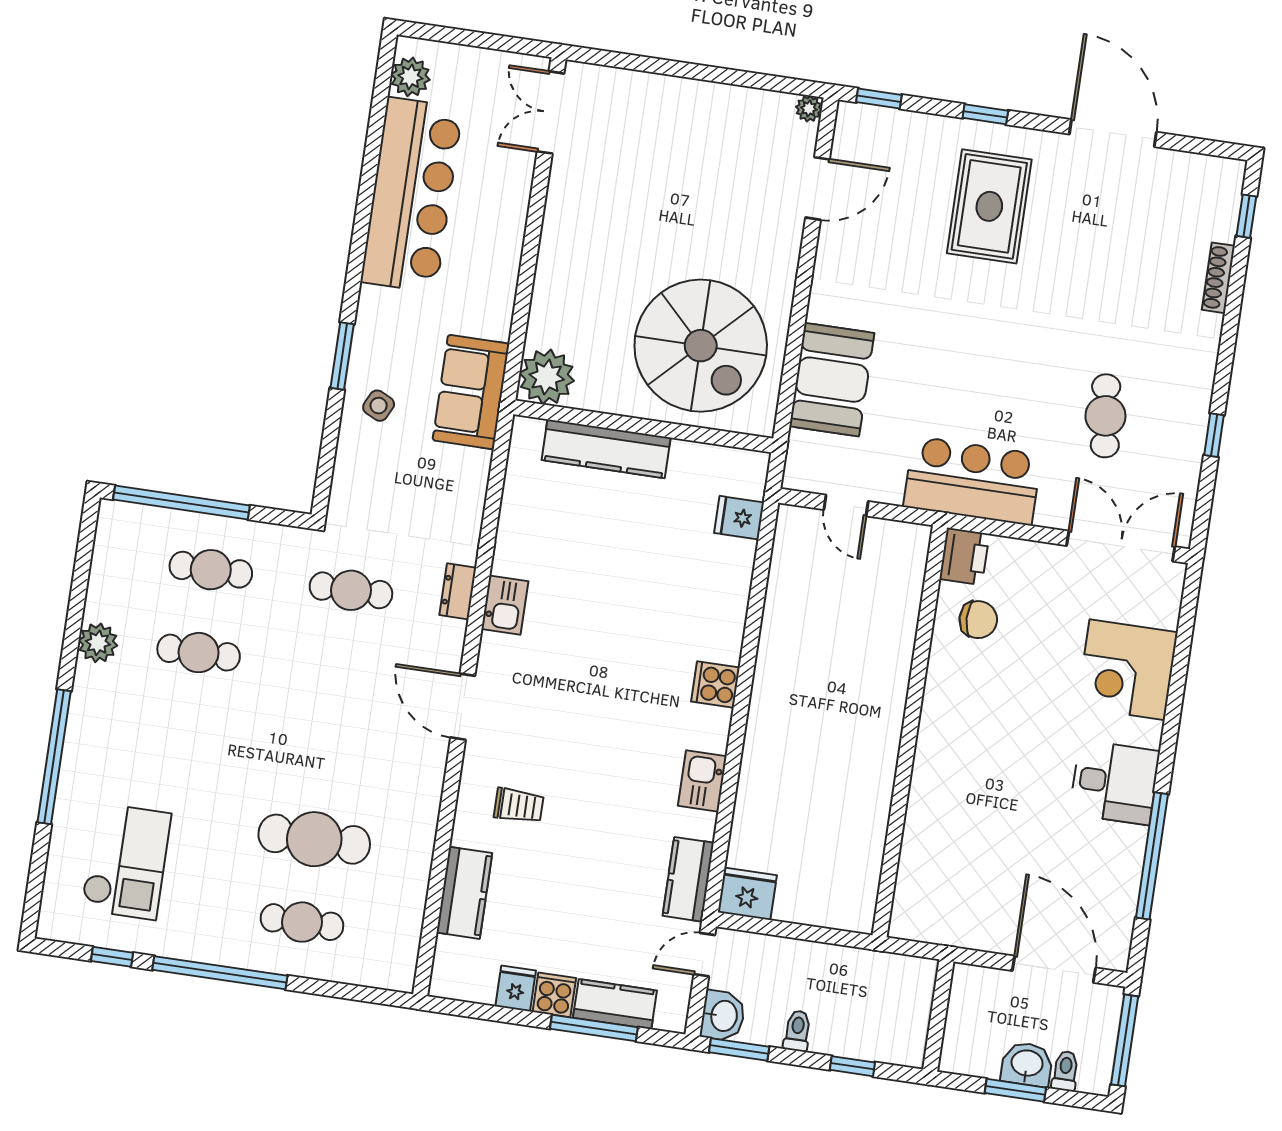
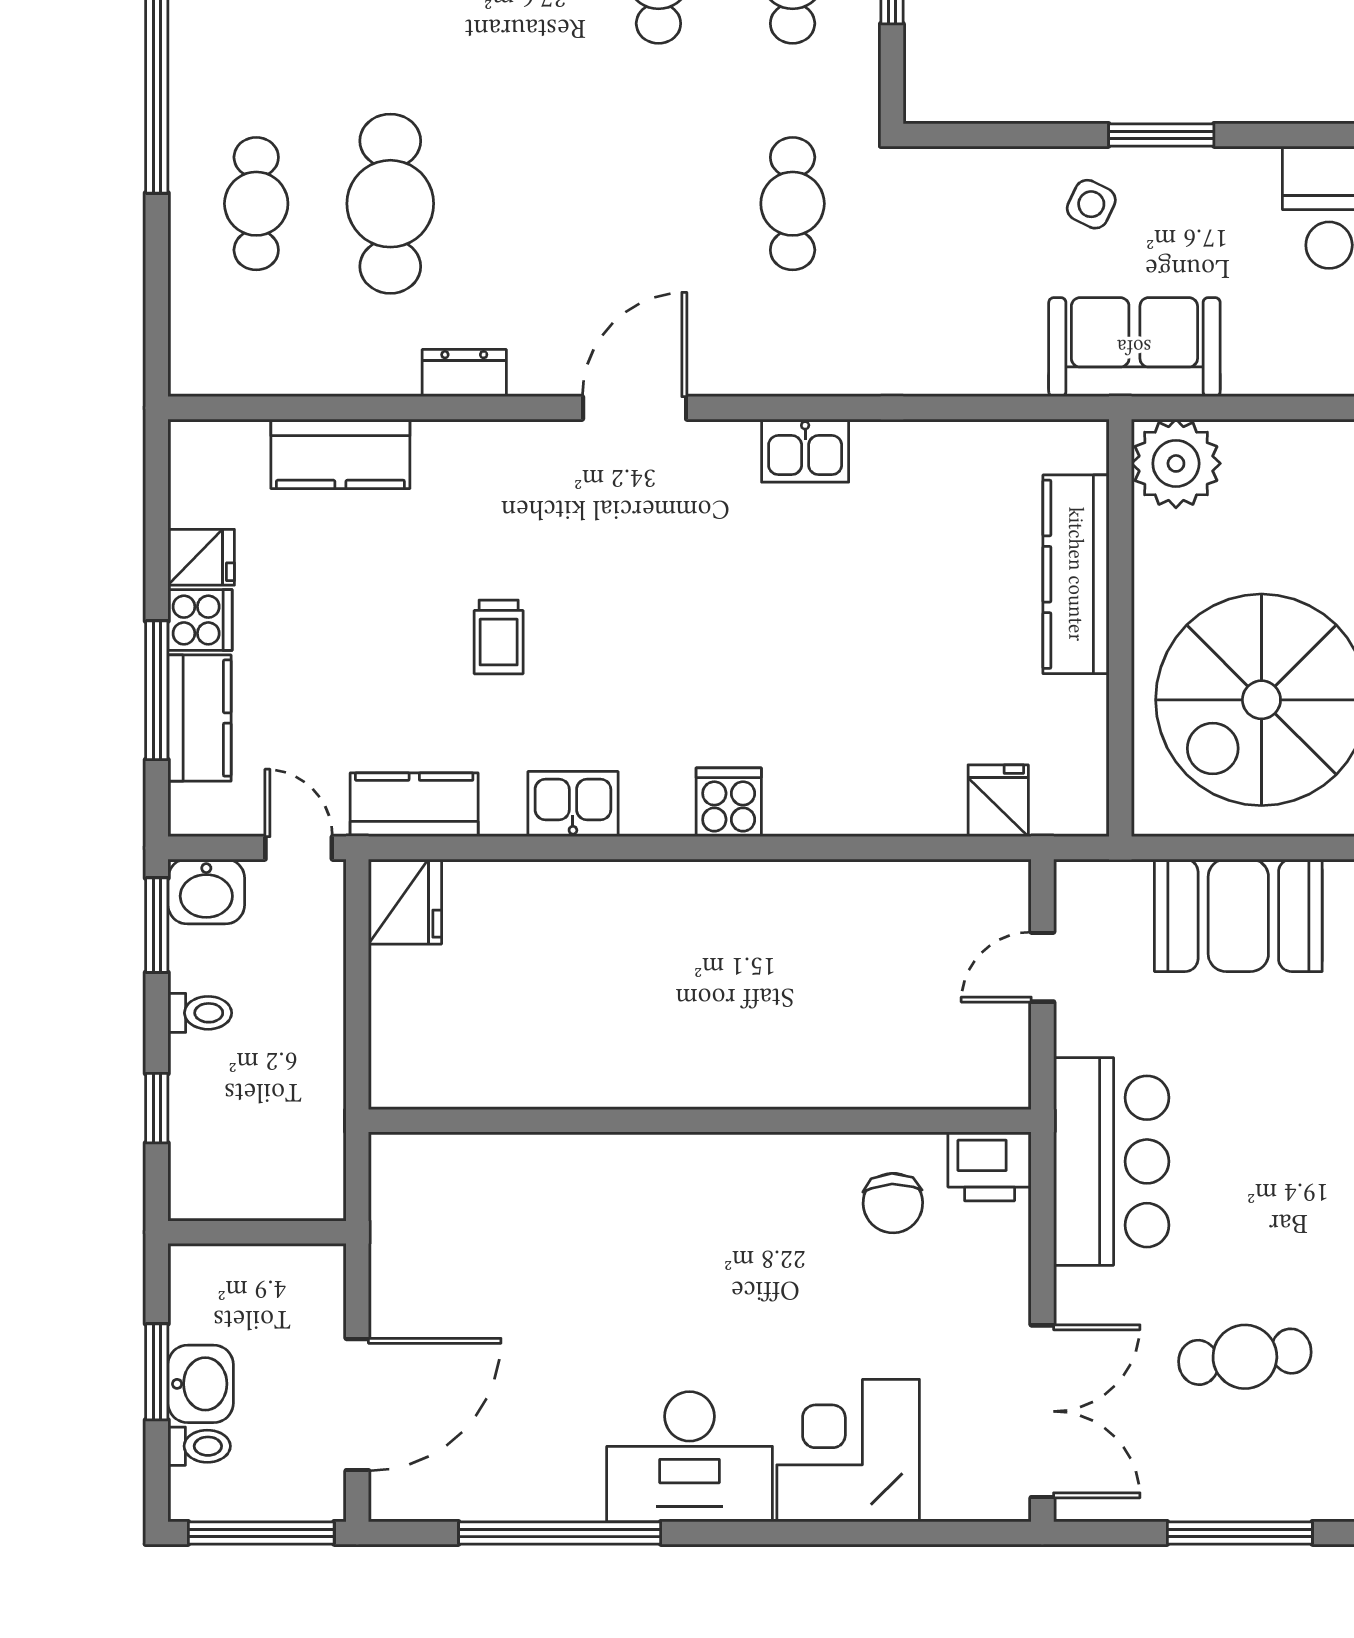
window: (1214, 435) -> (1240, 1533), width x2.17
dresser: (458, 591) -> (464, 373), moved
desk: (1115, 782) -> (690, 1457), width x1.37
trolley: (519, 806) -> (499, 637), moved

